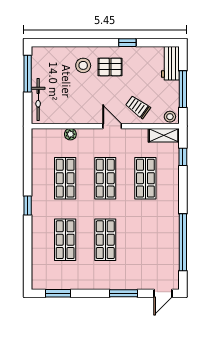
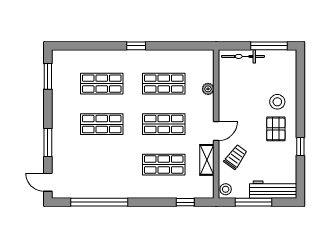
workbench: (170, 63) -> (273, 190), width x1.38
shelving: (164, 135) -> (207, 160), moved

